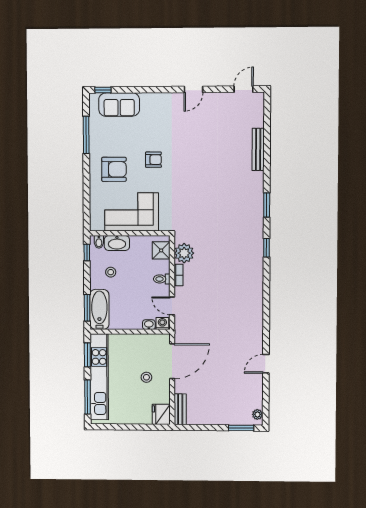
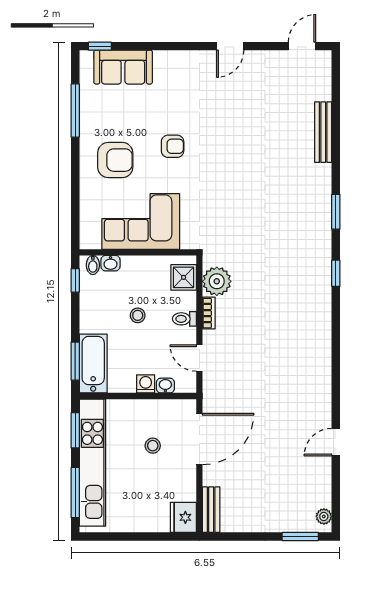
washbasin: (117, 243) -> (111, 263), width x0.52, depth x0.69
stool: (111, 272) -> (138, 315), moved
washing machine: (162, 324) -> (146, 384), moved
stool: (146, 377) -> (153, 446), moved

